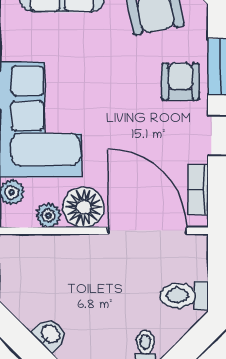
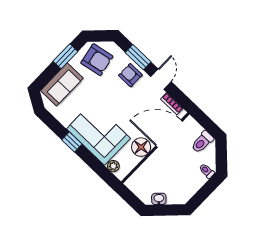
plant: (48, 215) -> (133, 161), removed
washbasin: (50, 334) -> (159, 199), moved

